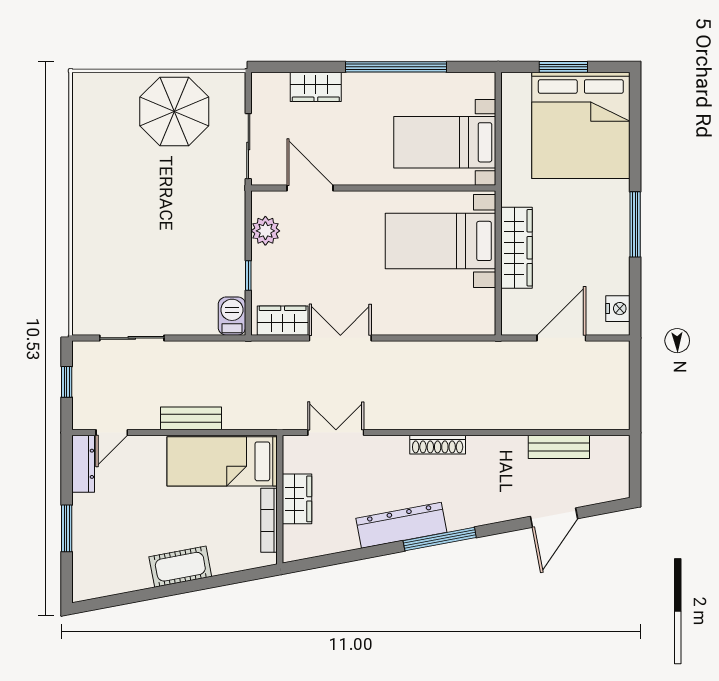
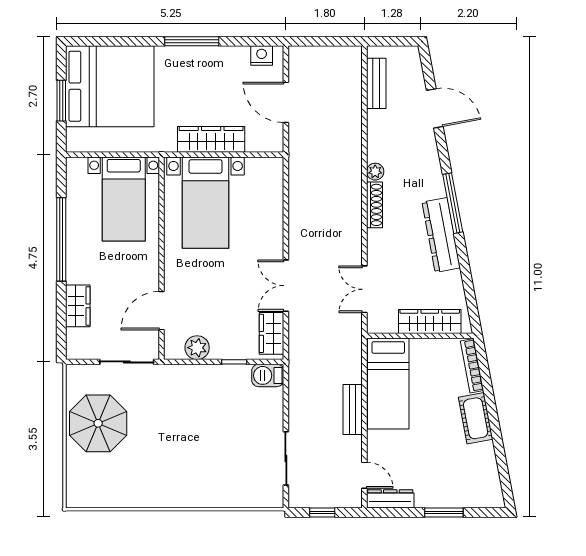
plant: (478, 446) -> (375, 172), added
bench: (559, 447) -> (376, 83), moved
wardrobe: (297, 499) -> (430, 321), width x1.50
bookcase: (269, 520) -> (472, 366), moved, turned 79

